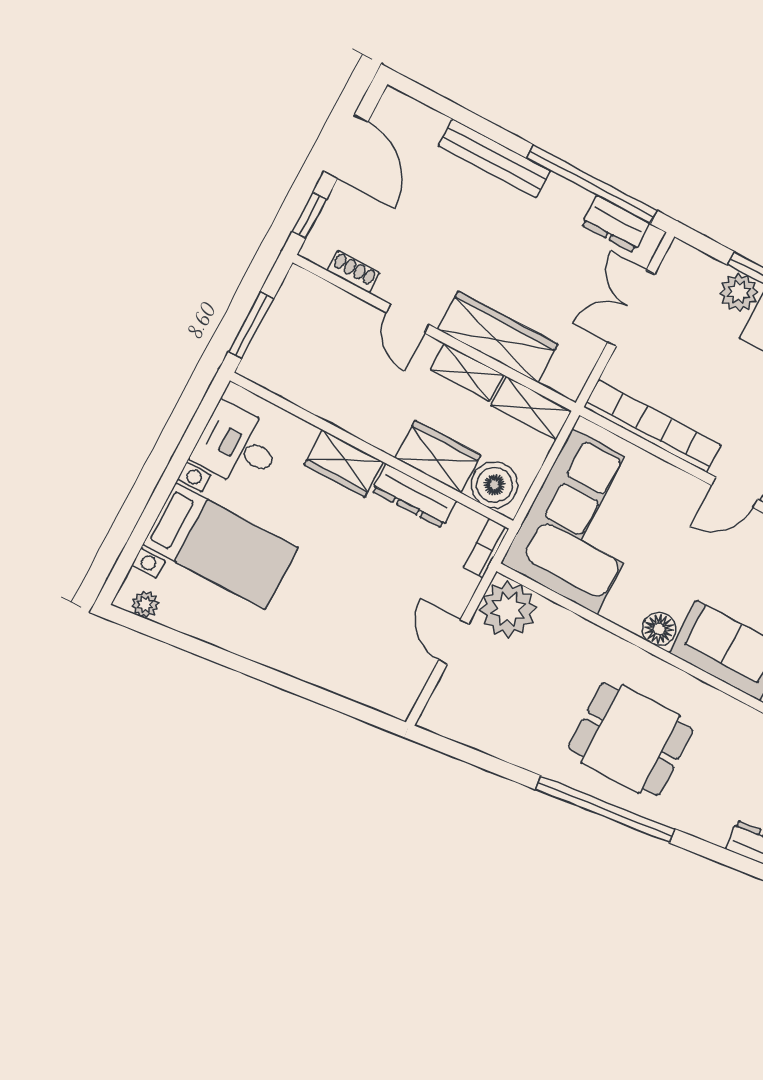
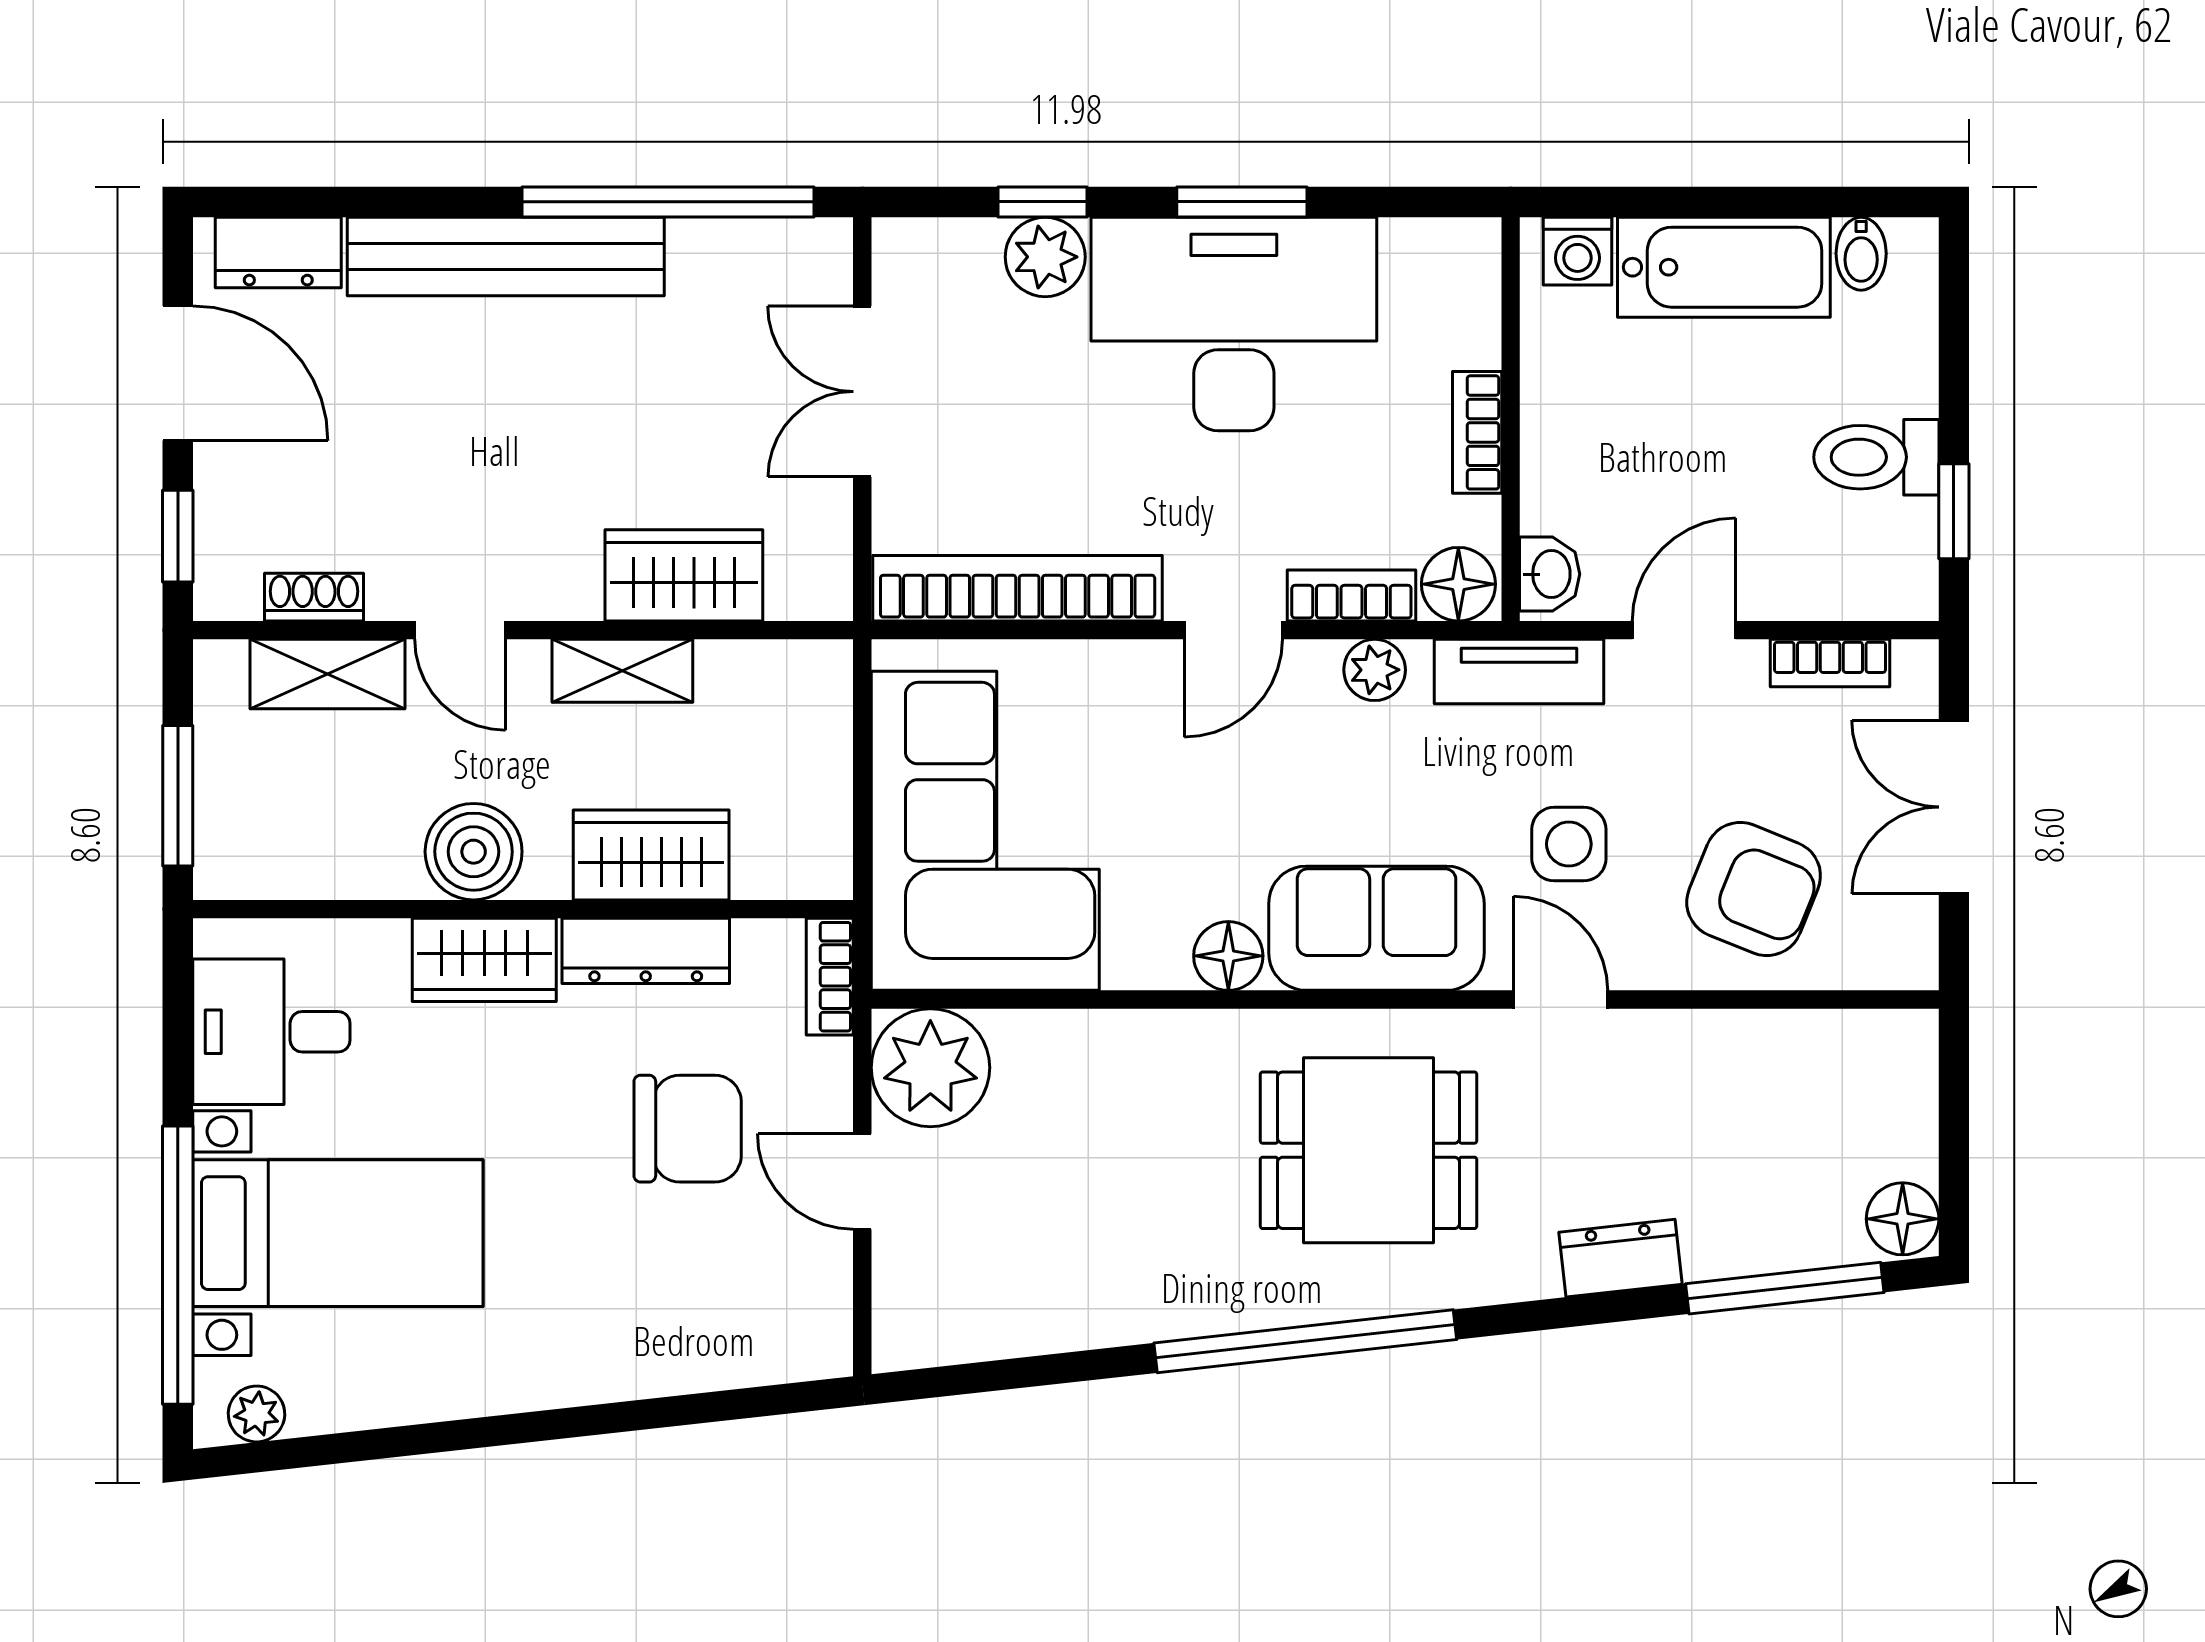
bench: (494, 158) -> (506, 256), width x1.37, depth x1.21
dresser: (615, 224) -> (278, 252), moved
wardrobe: (498, 337) -> (684, 575), width x0.67
shelving: (531, 408) -> (327, 674), moved
boiler: (494, 485) -> (474, 852), moved
window: (145, 524) -> (178, 1265), added
chair: (392, 580) -> (688, 1129), added
dining table: (631, 739) -> (1369, 1150), moved

